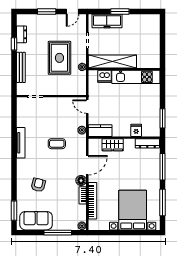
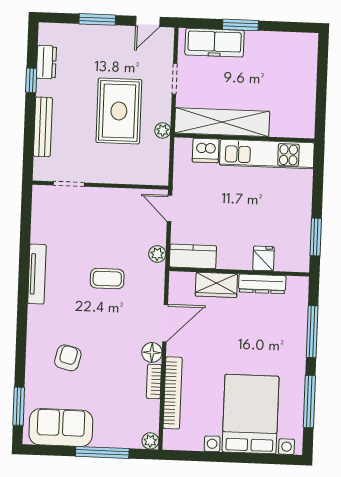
dresser: (147, 143) -> (262, 284), moved

